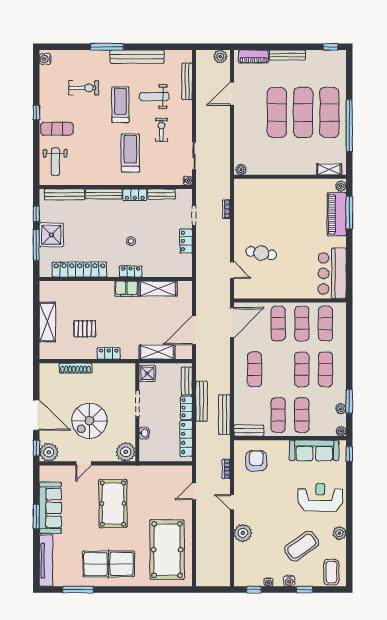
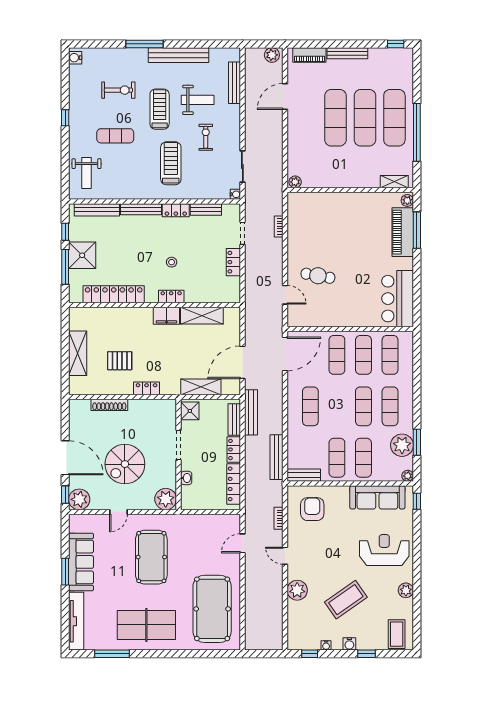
weight bench: (154, 97) -> (198, 100), turned 180
exercise mat: (57, 129) -> (115, 136), moved
bench: (202, 401) -> (251, 412), moved
plant: (341, 409) -> (402, 445), width x1.88, depth x1.88
coffee table: (302, 546) -> (346, 600), moved

